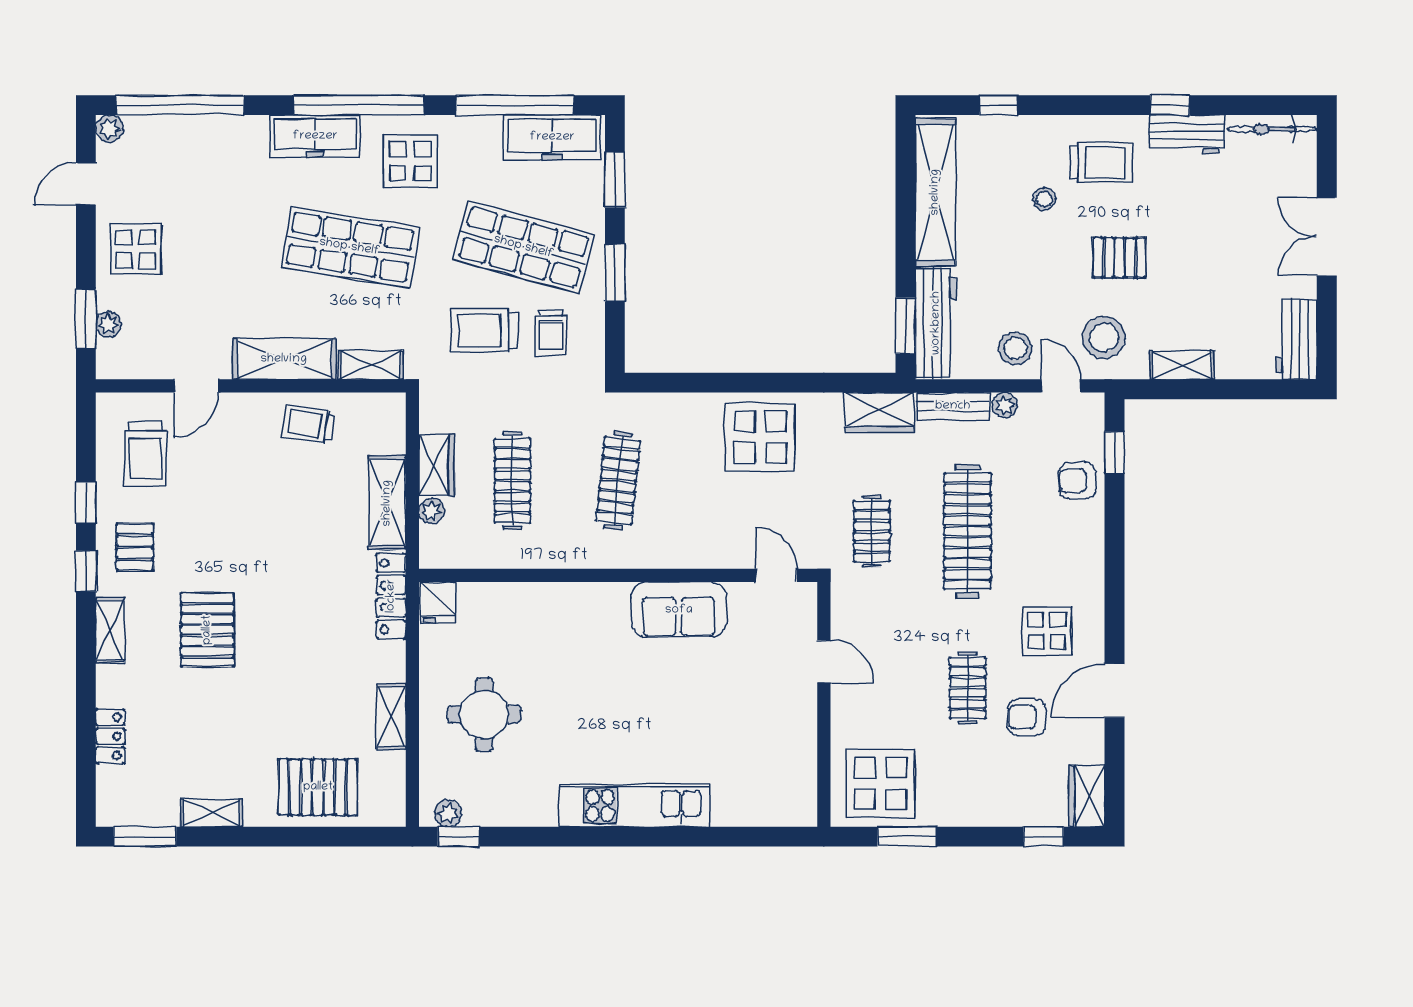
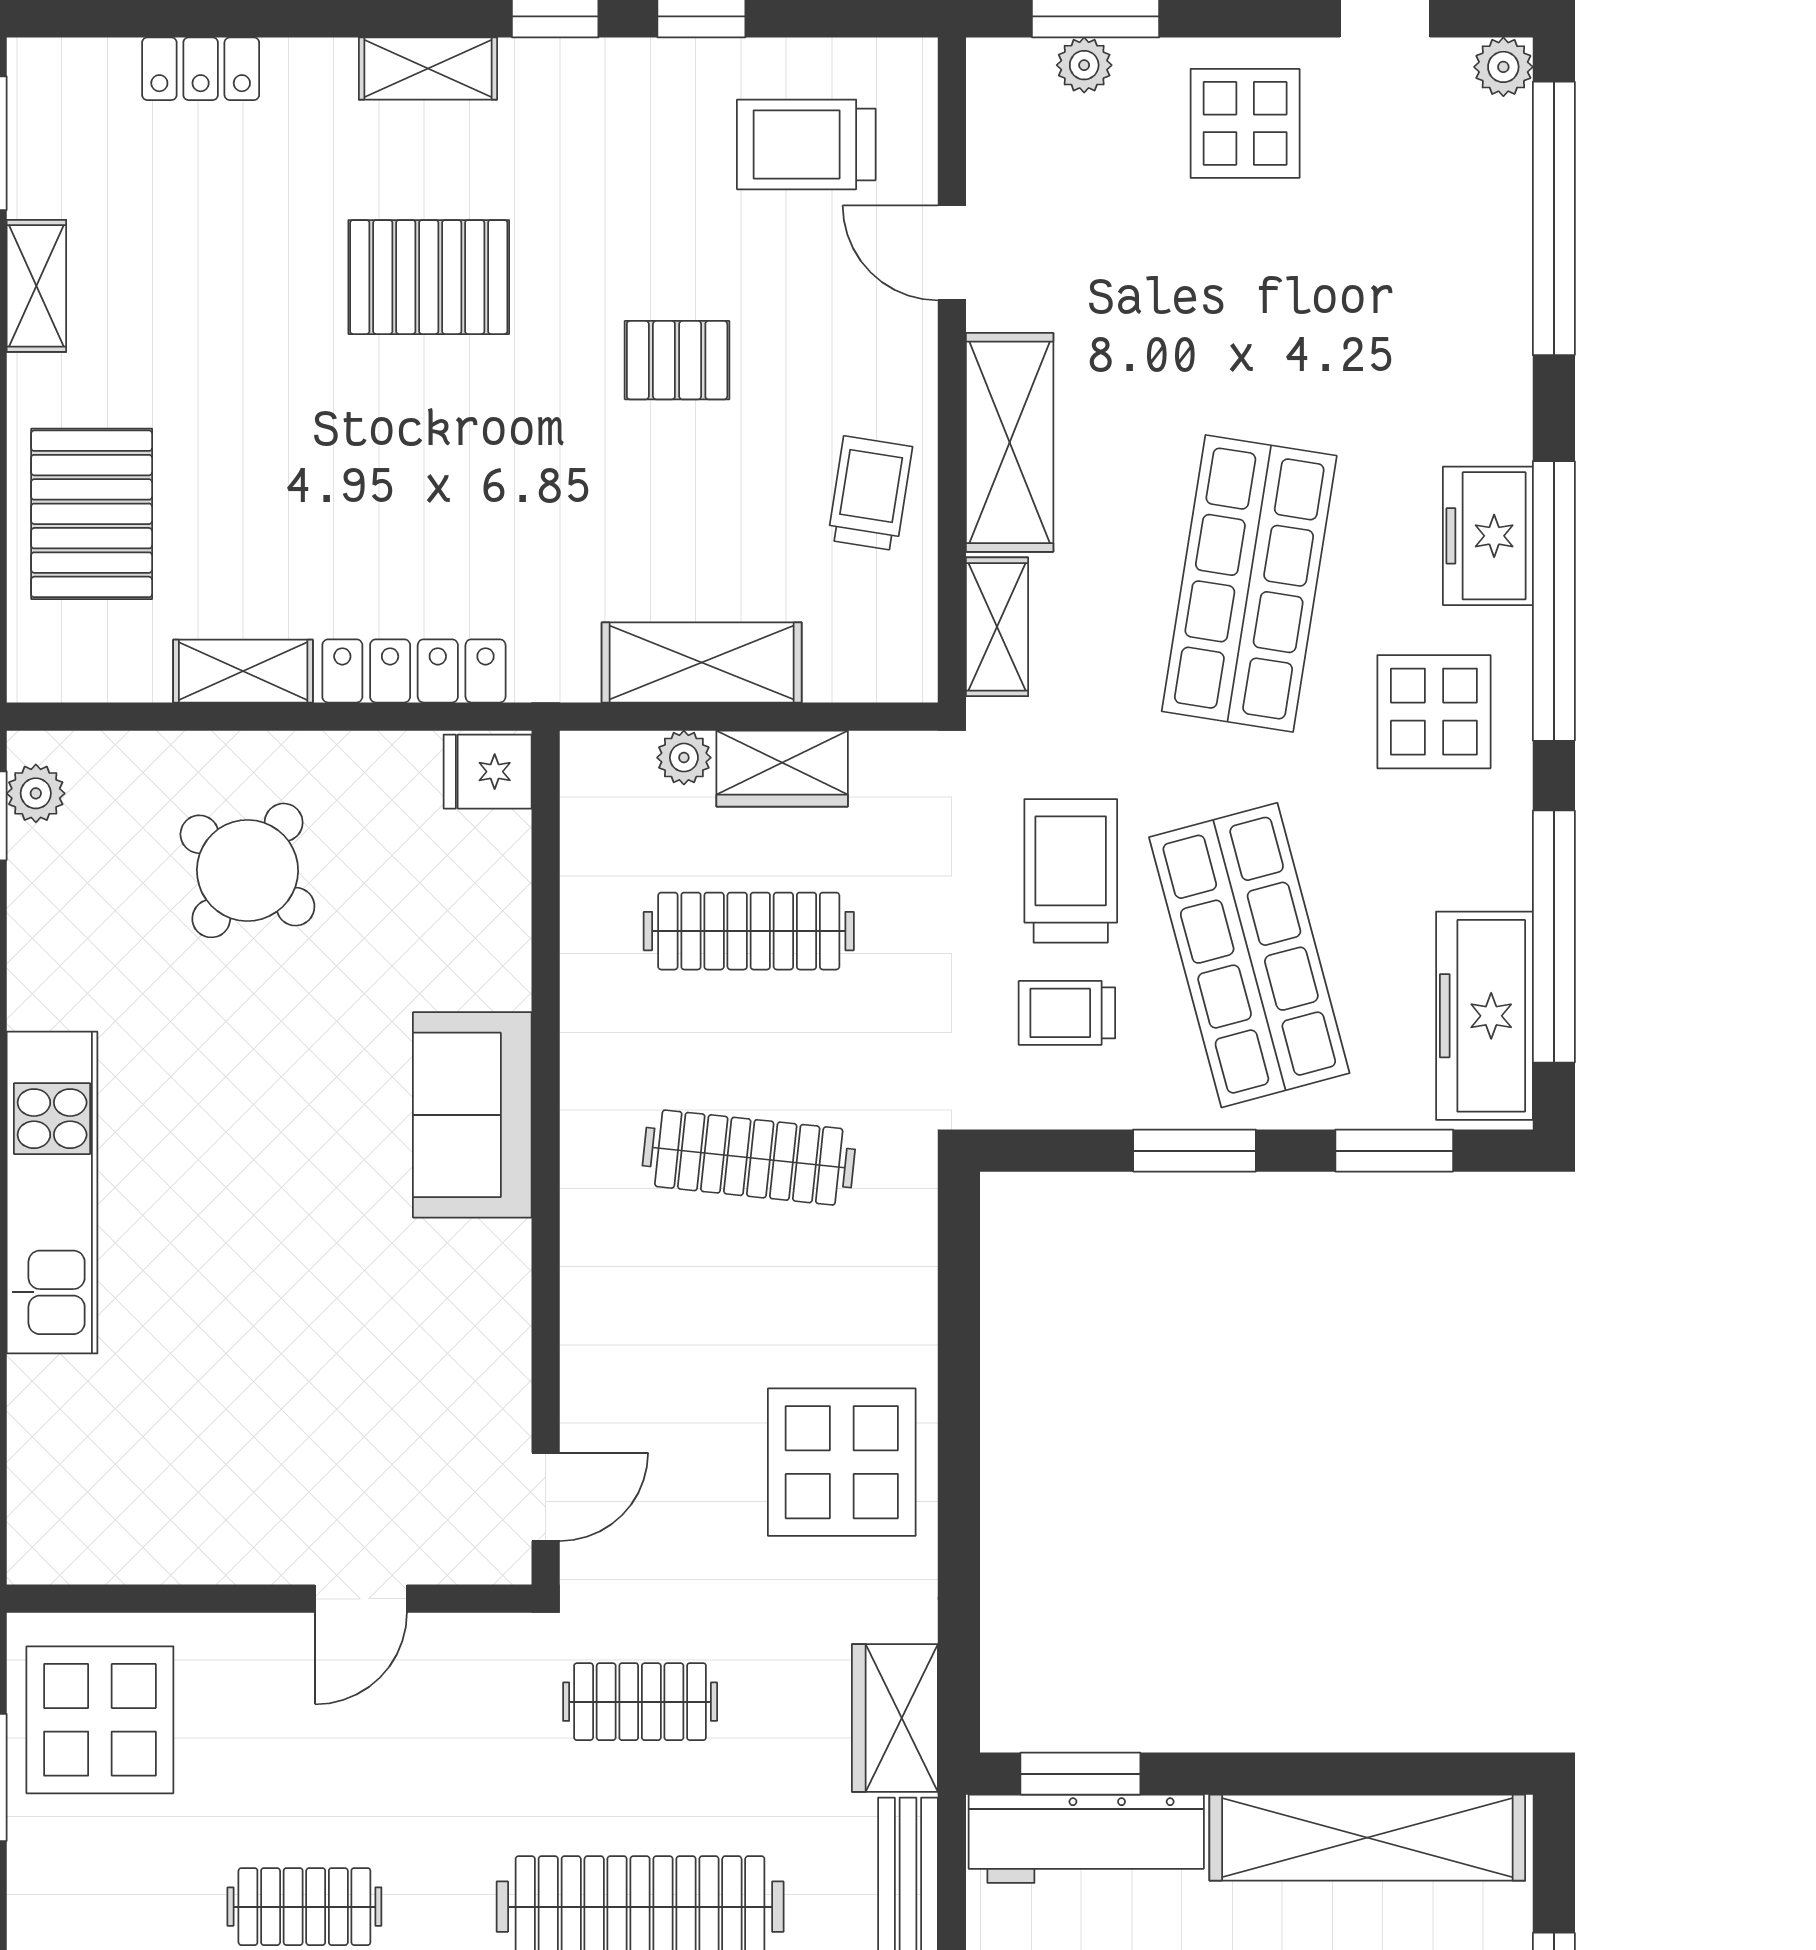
freezer: (315, 136) -> (1488, 536), width x0.71
shop shelf: (524, 247) -> (1249, 955), turned -30
pallet: (135, 547) -> (677, 360), moved
locker: (391, 596) -> (414, 671), moved
sofa: (679, 610) -> (472, 1115), moved
round table: (484, 714) -> (247, 870), turned 37

